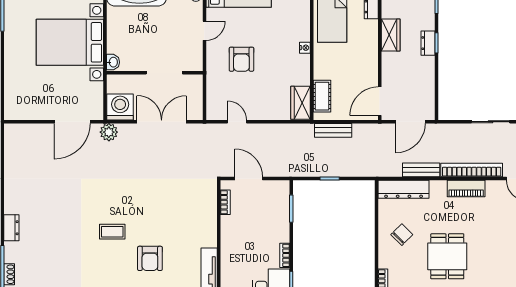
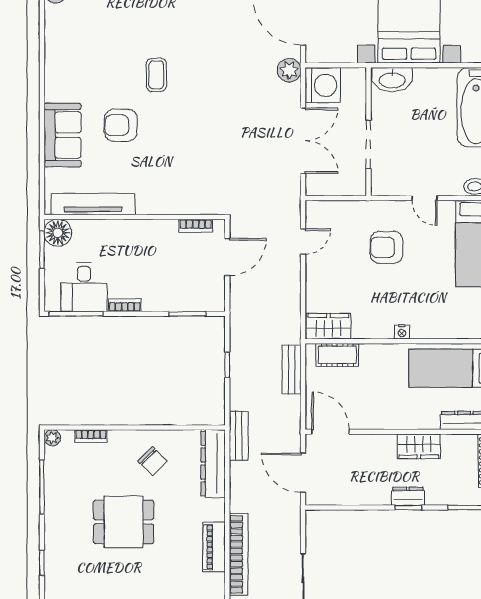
washbasin: (113, 62) -> (392, 80), width x1.91, depth x1.45
bench: (421, 170) -> (239, 436), moved

